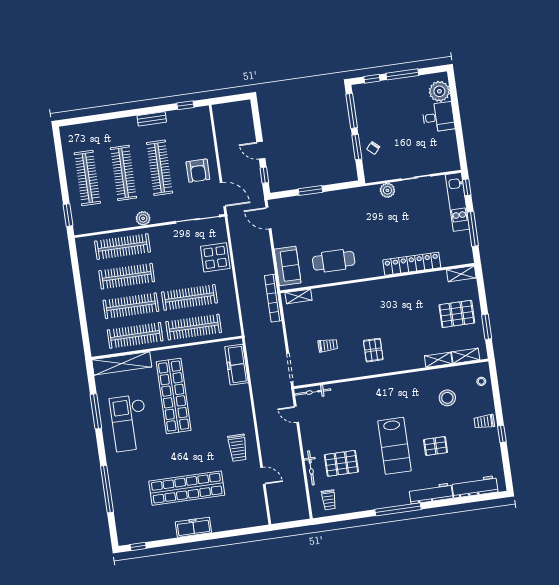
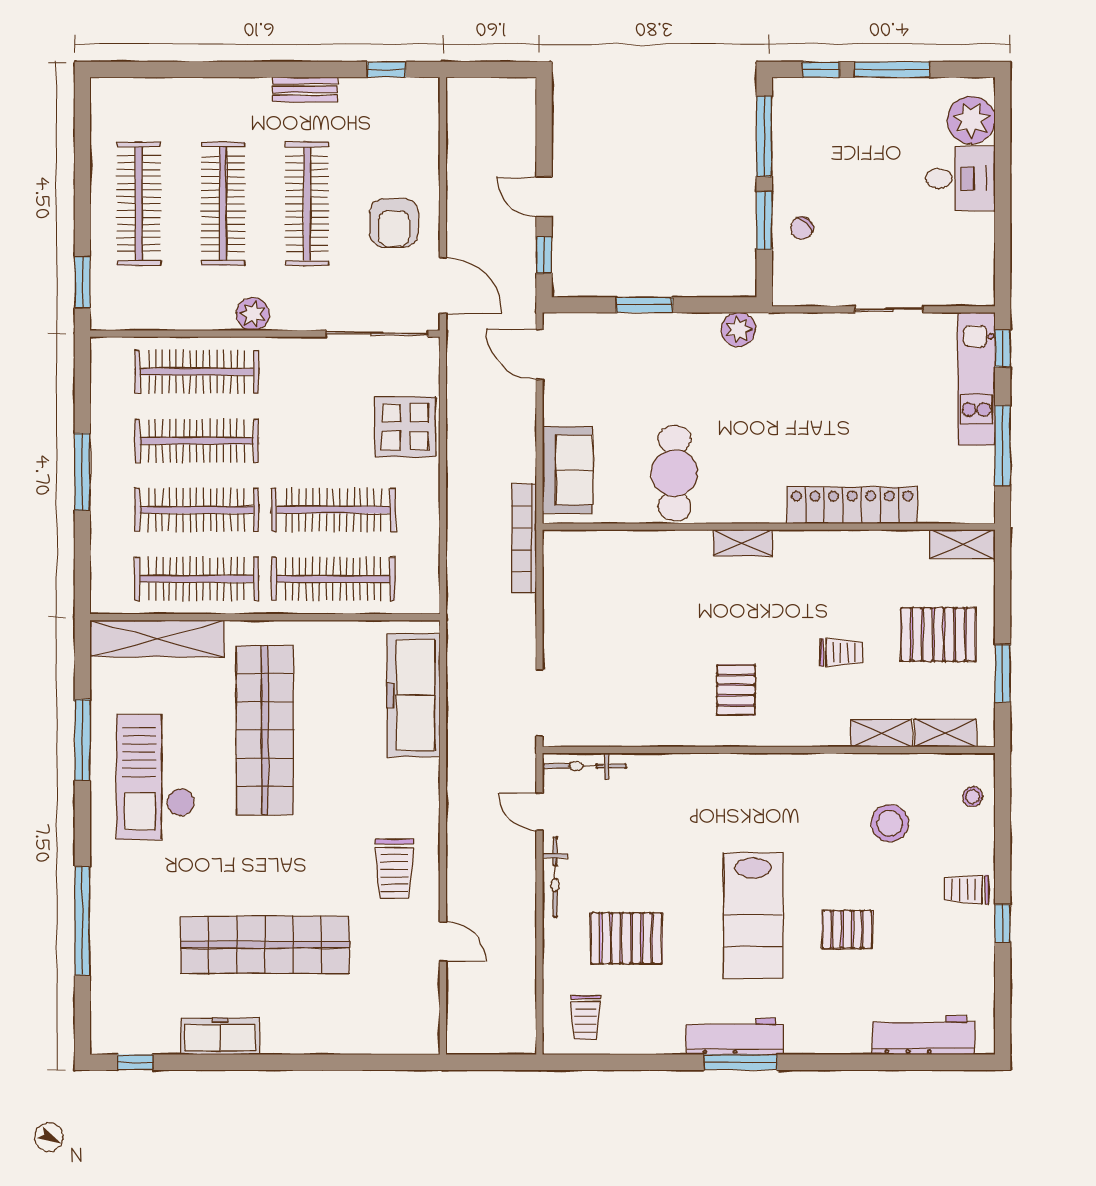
plant: (387, 190) -> (738, 329), moved
cafe table: (334, 261) -> (674, 473), turned 90
window: (80, 296) -> (82, 472), added
shelving: (299, 296) -> (743, 543), moved
trolley: (328, 345) -> (841, 653), moved
freezer: (237, 365) -> (413, 695), width x1.36, depth x1.26
bicycle: (311, 468) -> (555, 877), moved
workbench: (431, 494) -> (735, 1036), moved
window: (398, 509) -> (741, 1062), width x0.68
freezer: (193, 527) -> (220, 1036), moved

